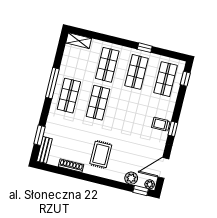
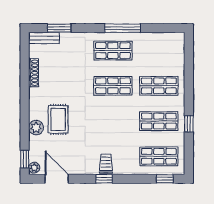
shelving: (79, 41) -> (178, 46), removed
rug: (101, 154) -> (58, 119), moved, turned 90
plant: (131, 178) -> (36, 128), moved

